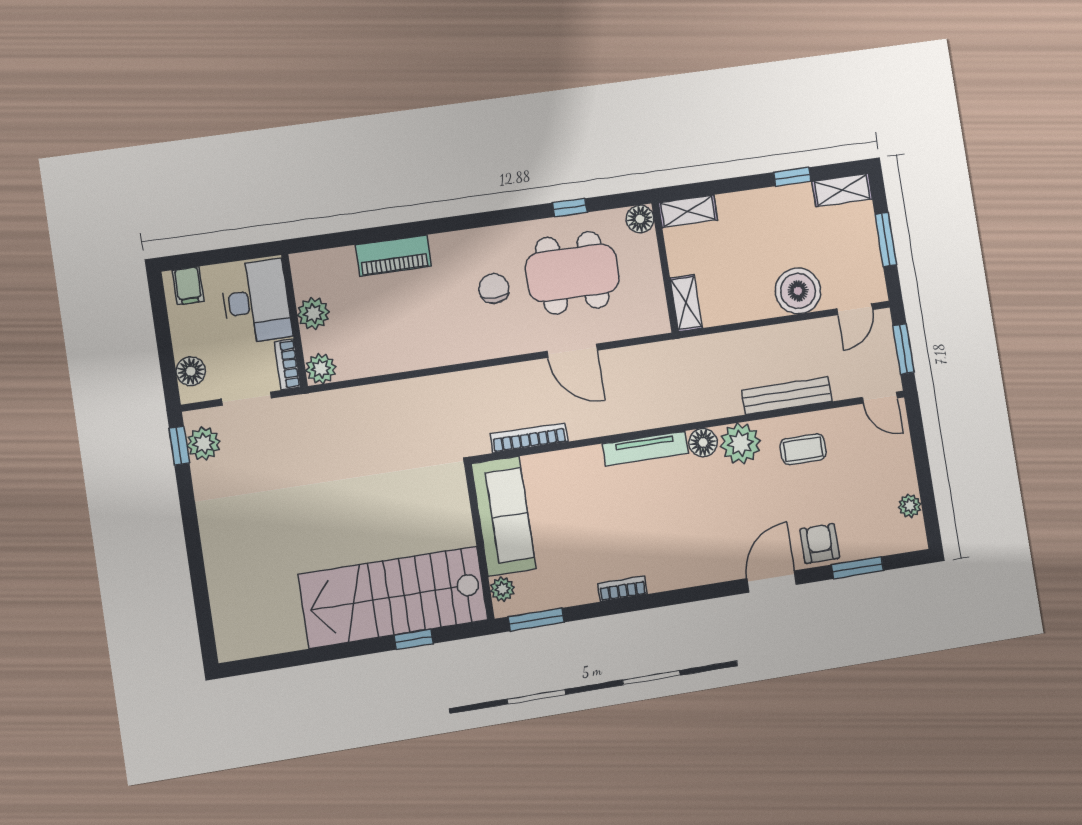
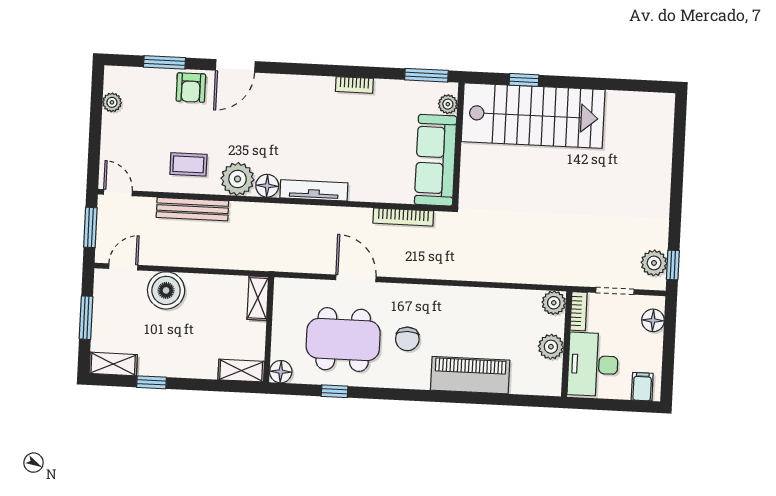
piano: (393, 256) -> (470, 375), width x1.37, depth x1.33

